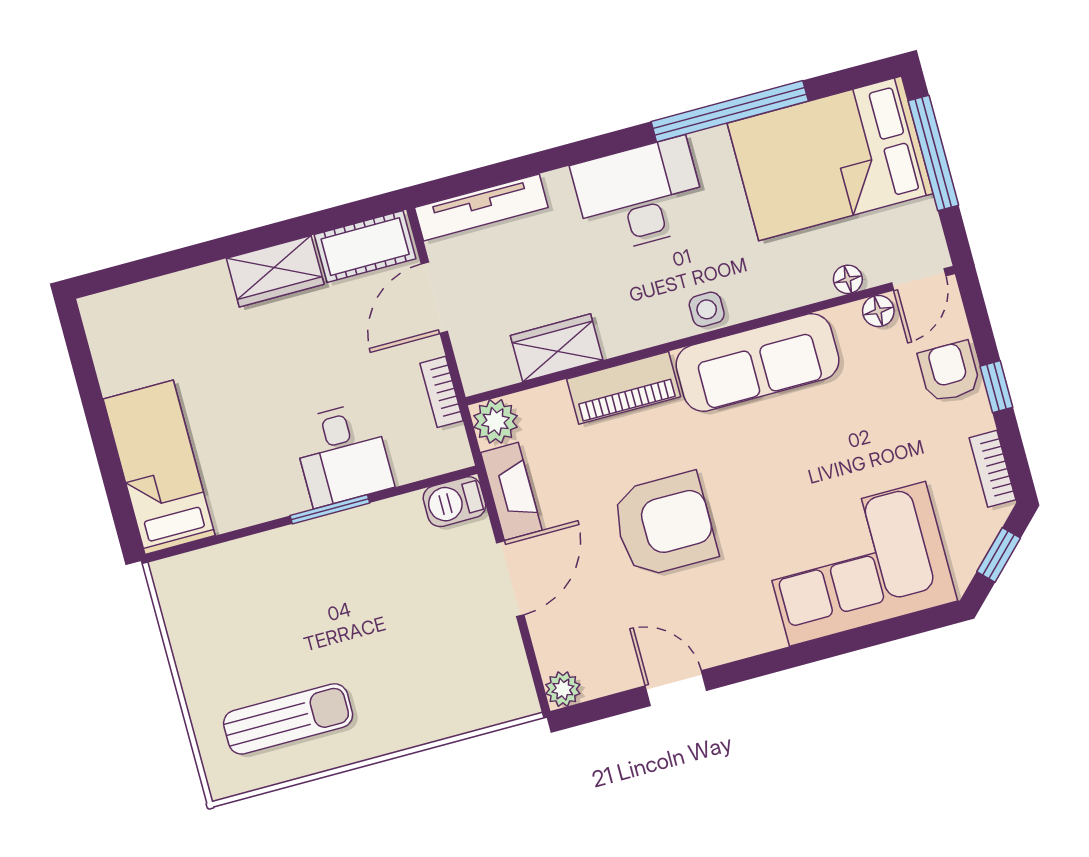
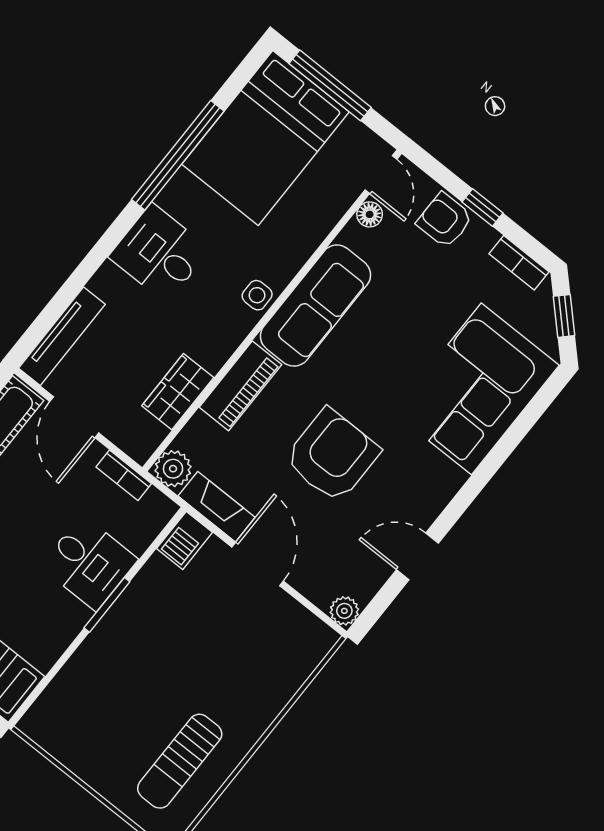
desk: (640, 196) -> (159, 253), width x0.73
floor lamp: (848, 279) -> (335, 208), removed
sun lounger: (288, 719) -> (180, 761), turned 180

